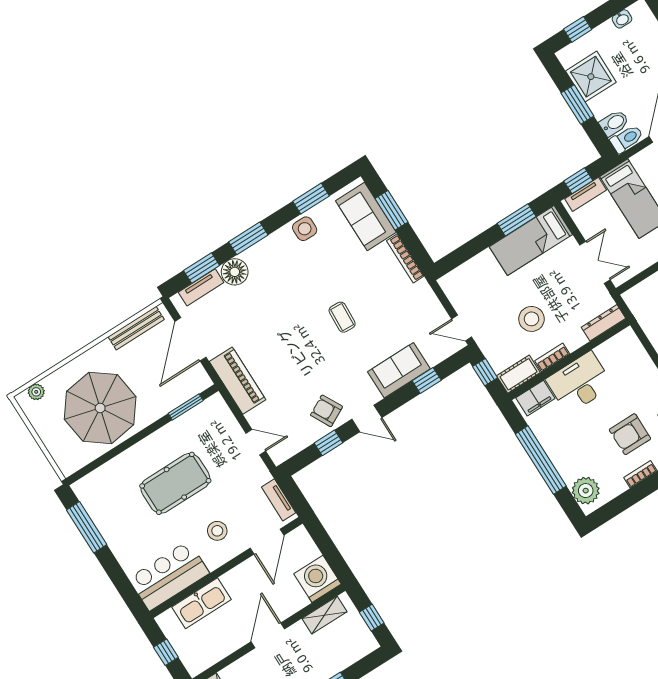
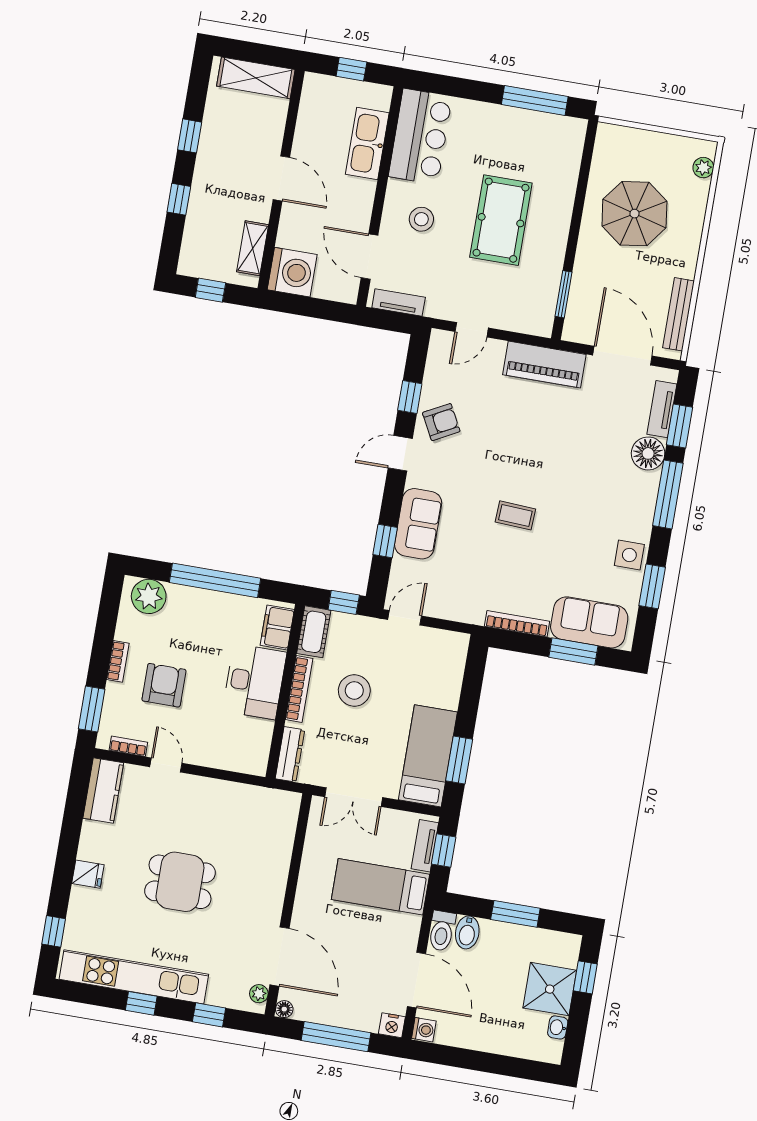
shower: (591, 77) -> (550, 989), moved
window: (248, 238) -> (668, 494), width x1.44
bookcase: (552, 357) -> (299, 689), width x1.56
parasol: (100, 408) -> (634, 214), width x0.73, depth x0.73

